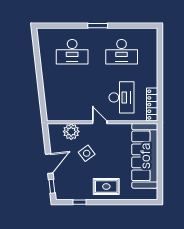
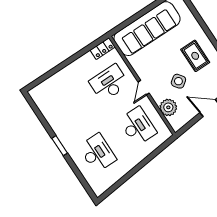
desk: (122, 52) -> (138, 126), moved
locker: (152, 105) -> (103, 49), width x0.66
rug: (106, 187) -> (195, 56), moved

